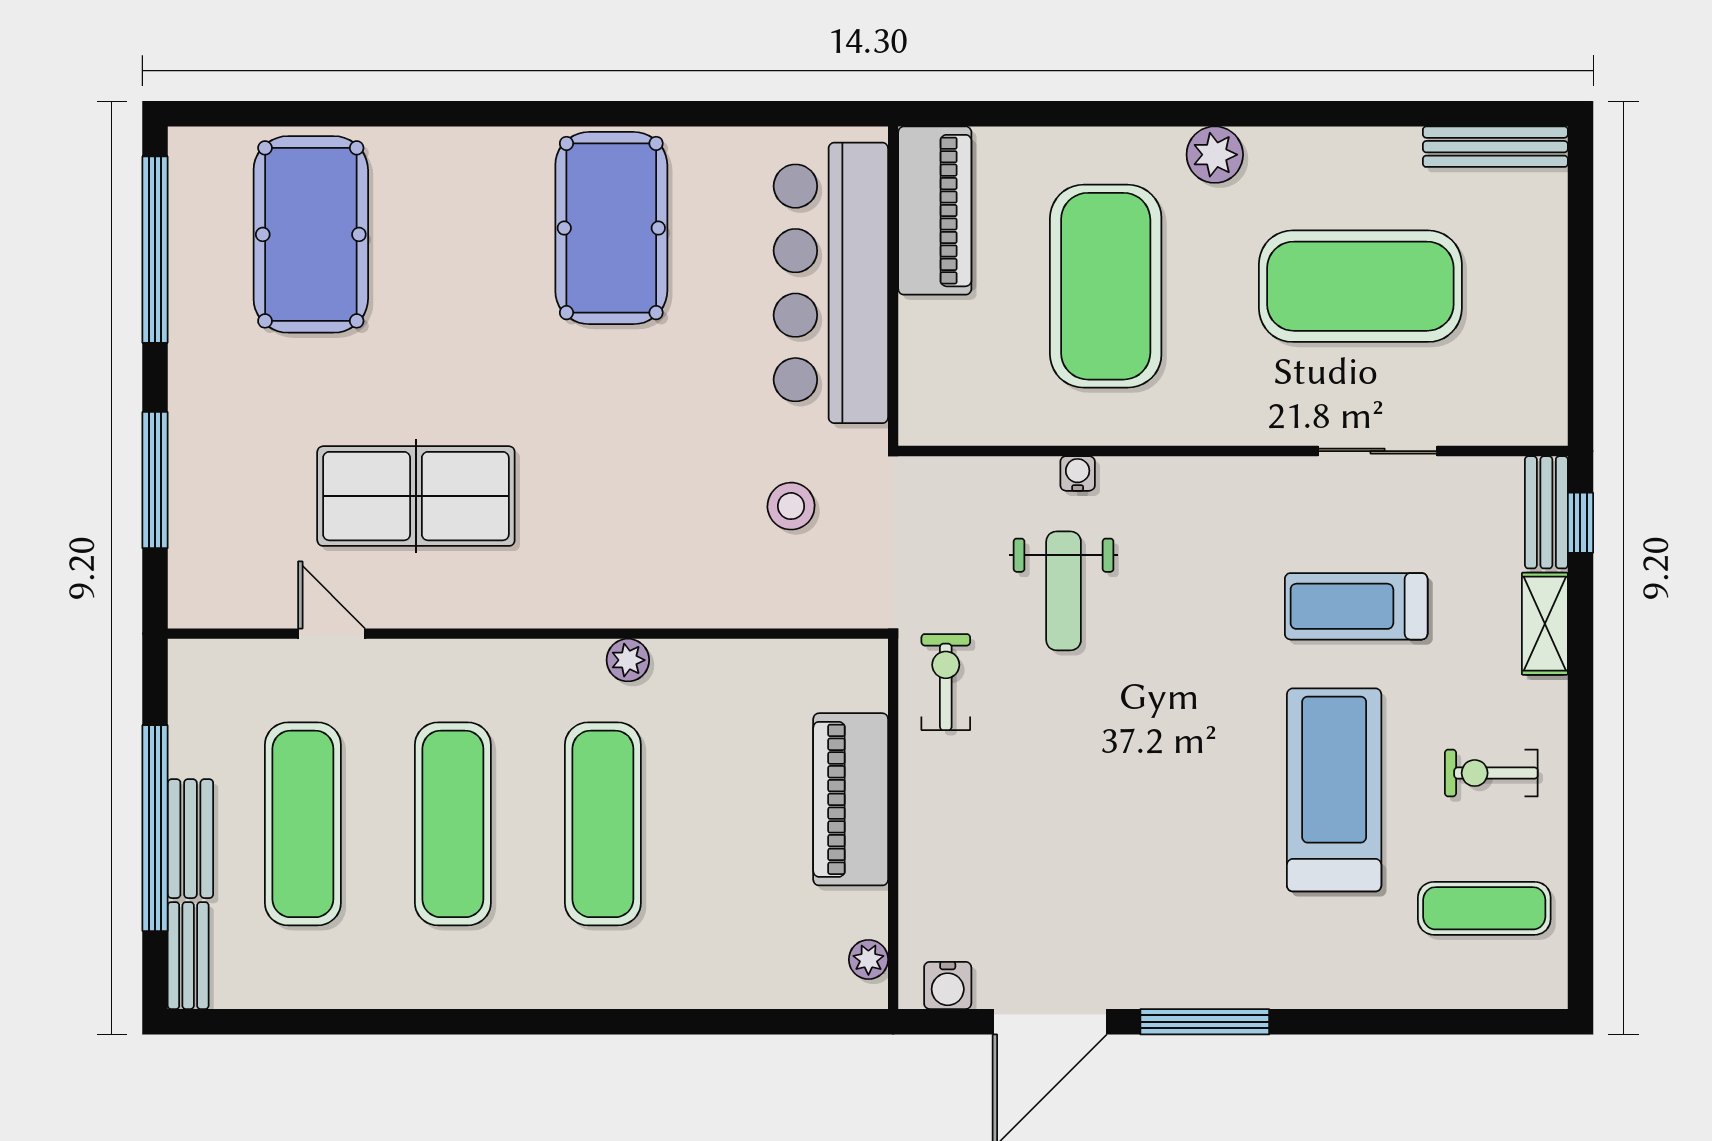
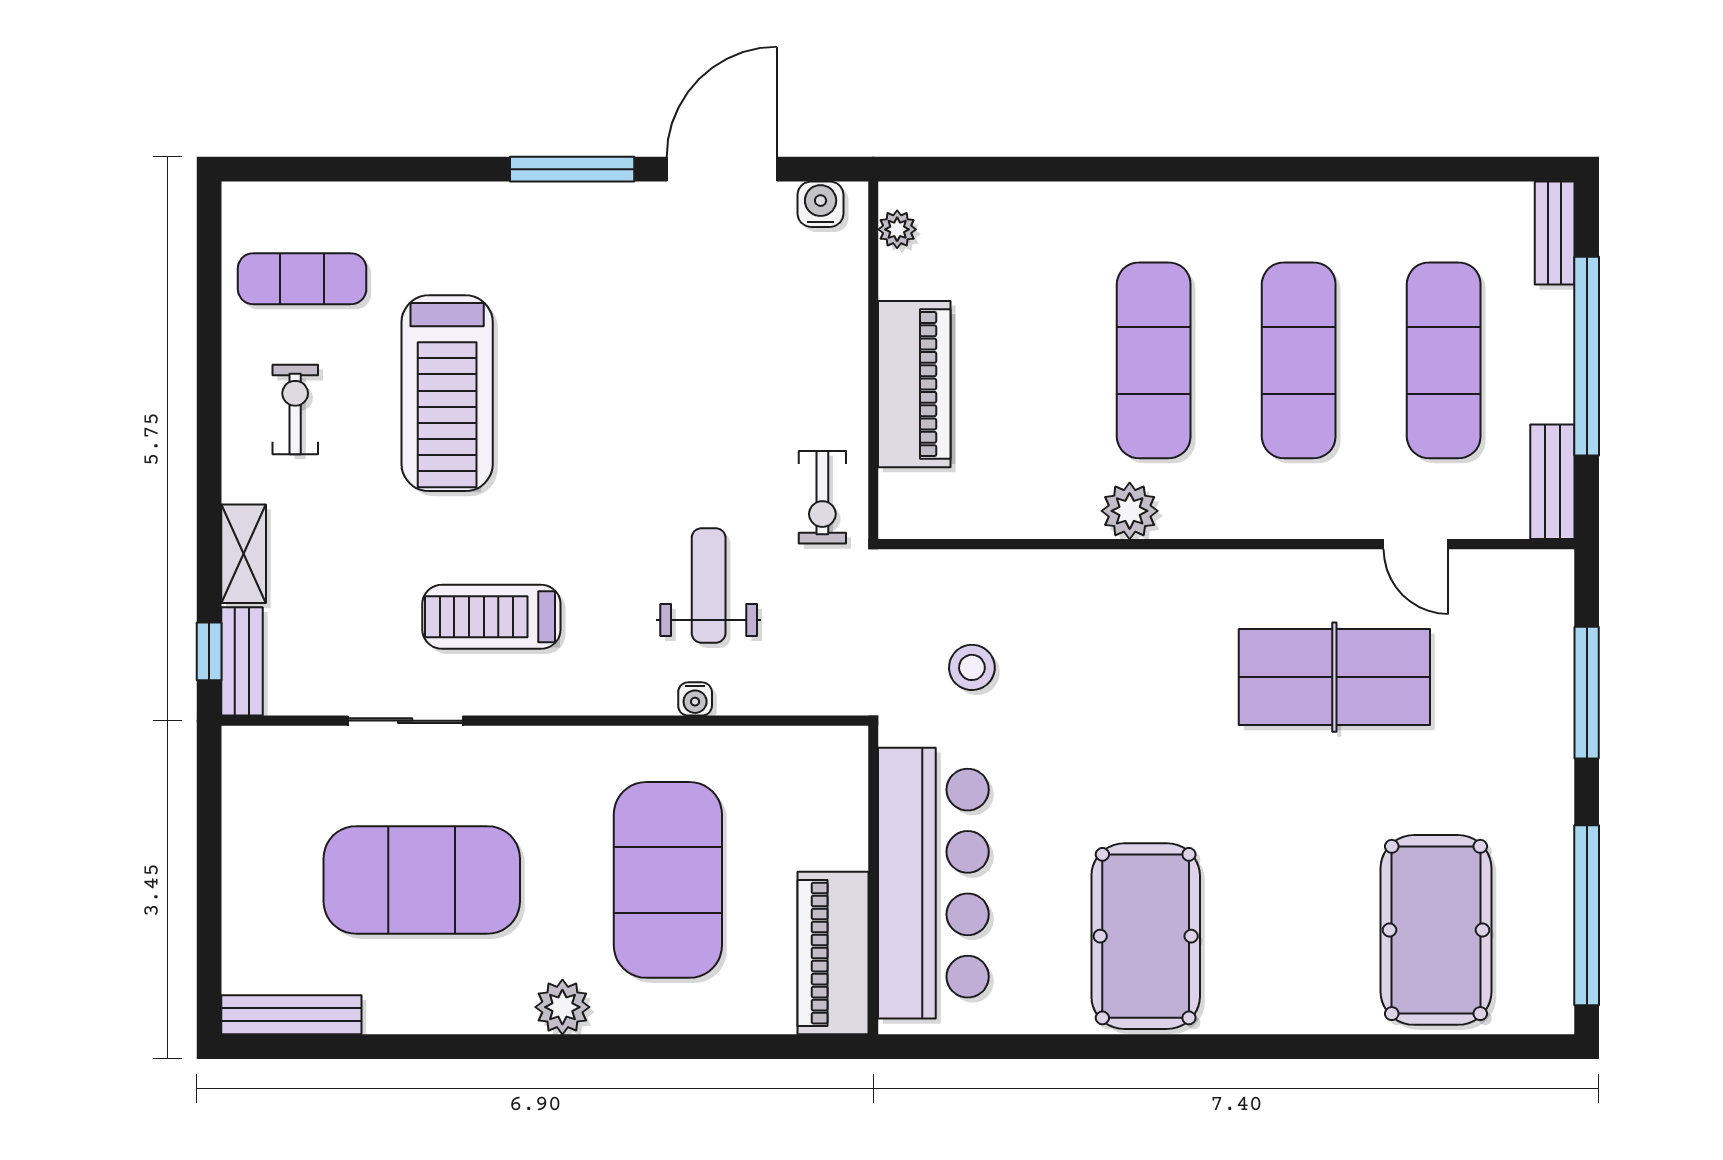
treadmill: (1356, 606) -> (491, 617), moved, turned 180
plant: (628, 660) -> (1130, 511), width x1.38, depth x1.38
exercise bike: (1491, 773) -> (295, 409), turned -90
bench: (190, 839) -> (1552, 482), moved

